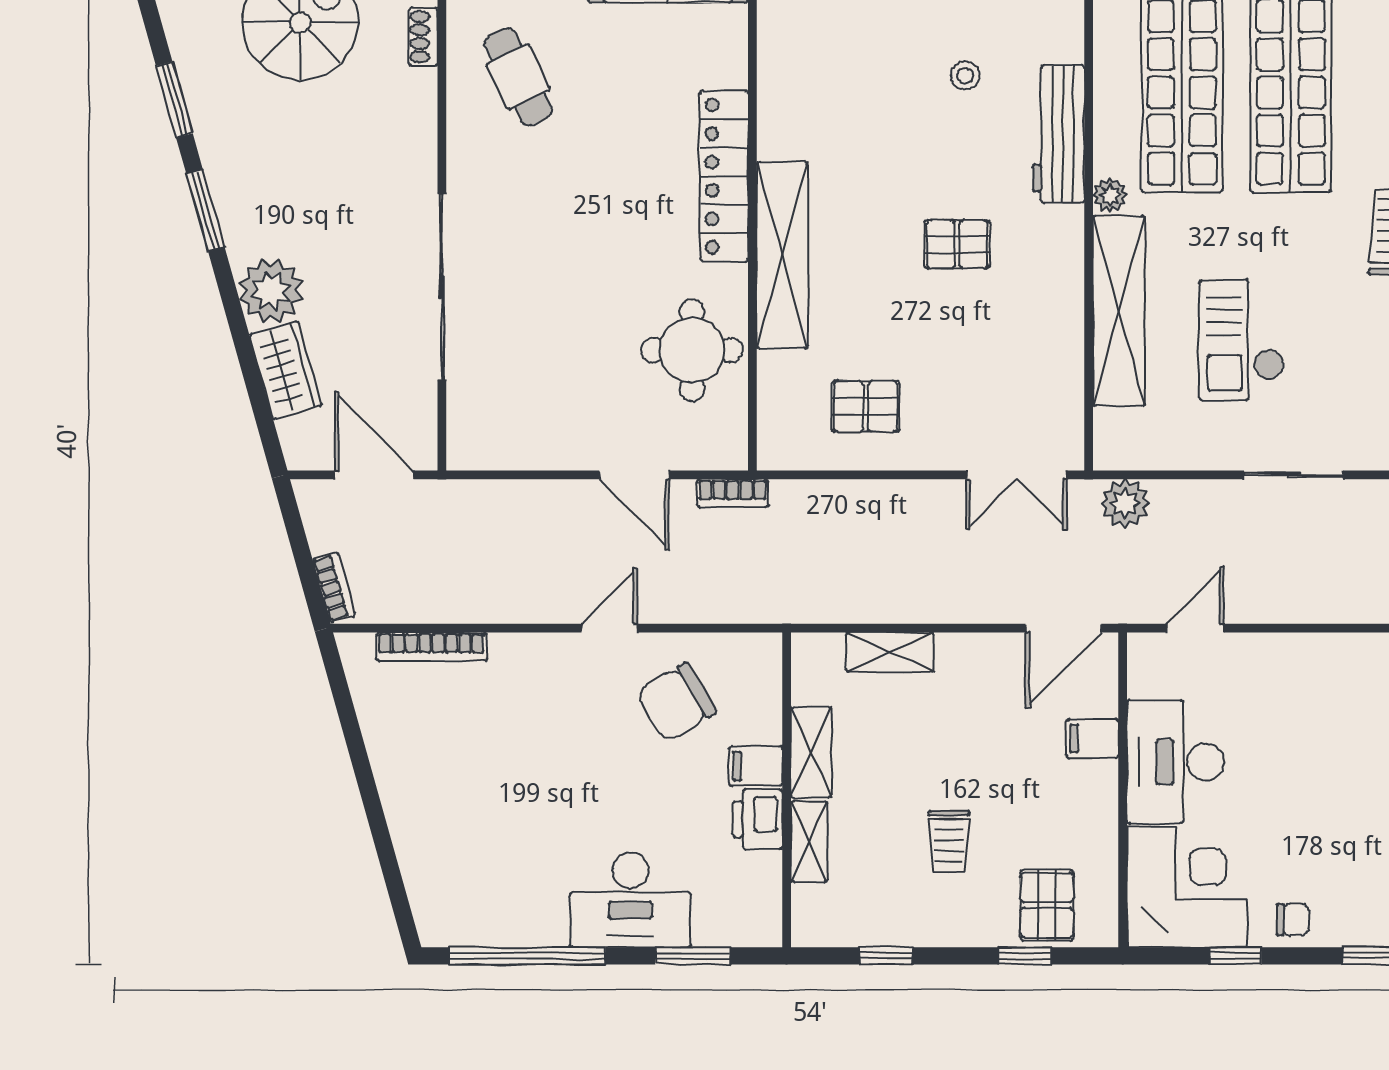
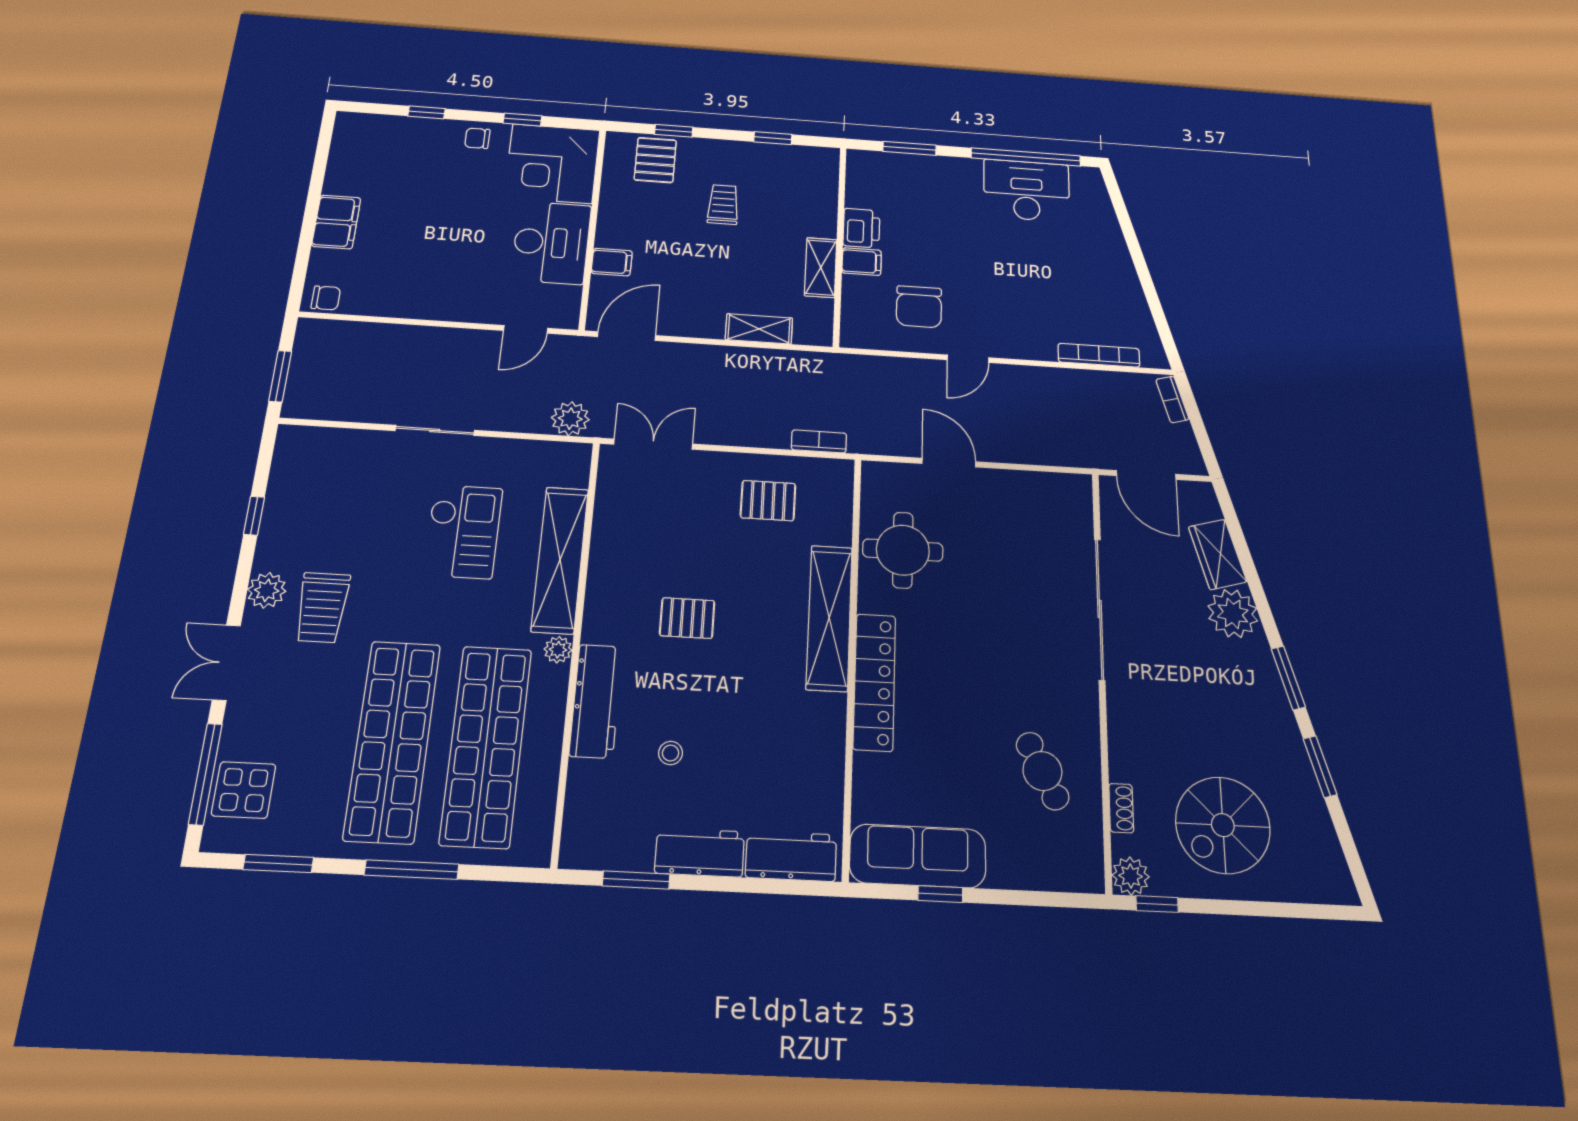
bookcase: (733, 493) -> (819, 441), moved
chair: (676, 702) -> (919, 307), turned 121
shelving: (809, 842) -> (825, 211), removed
desk: (630, 900) -> (1027, 190), moved

